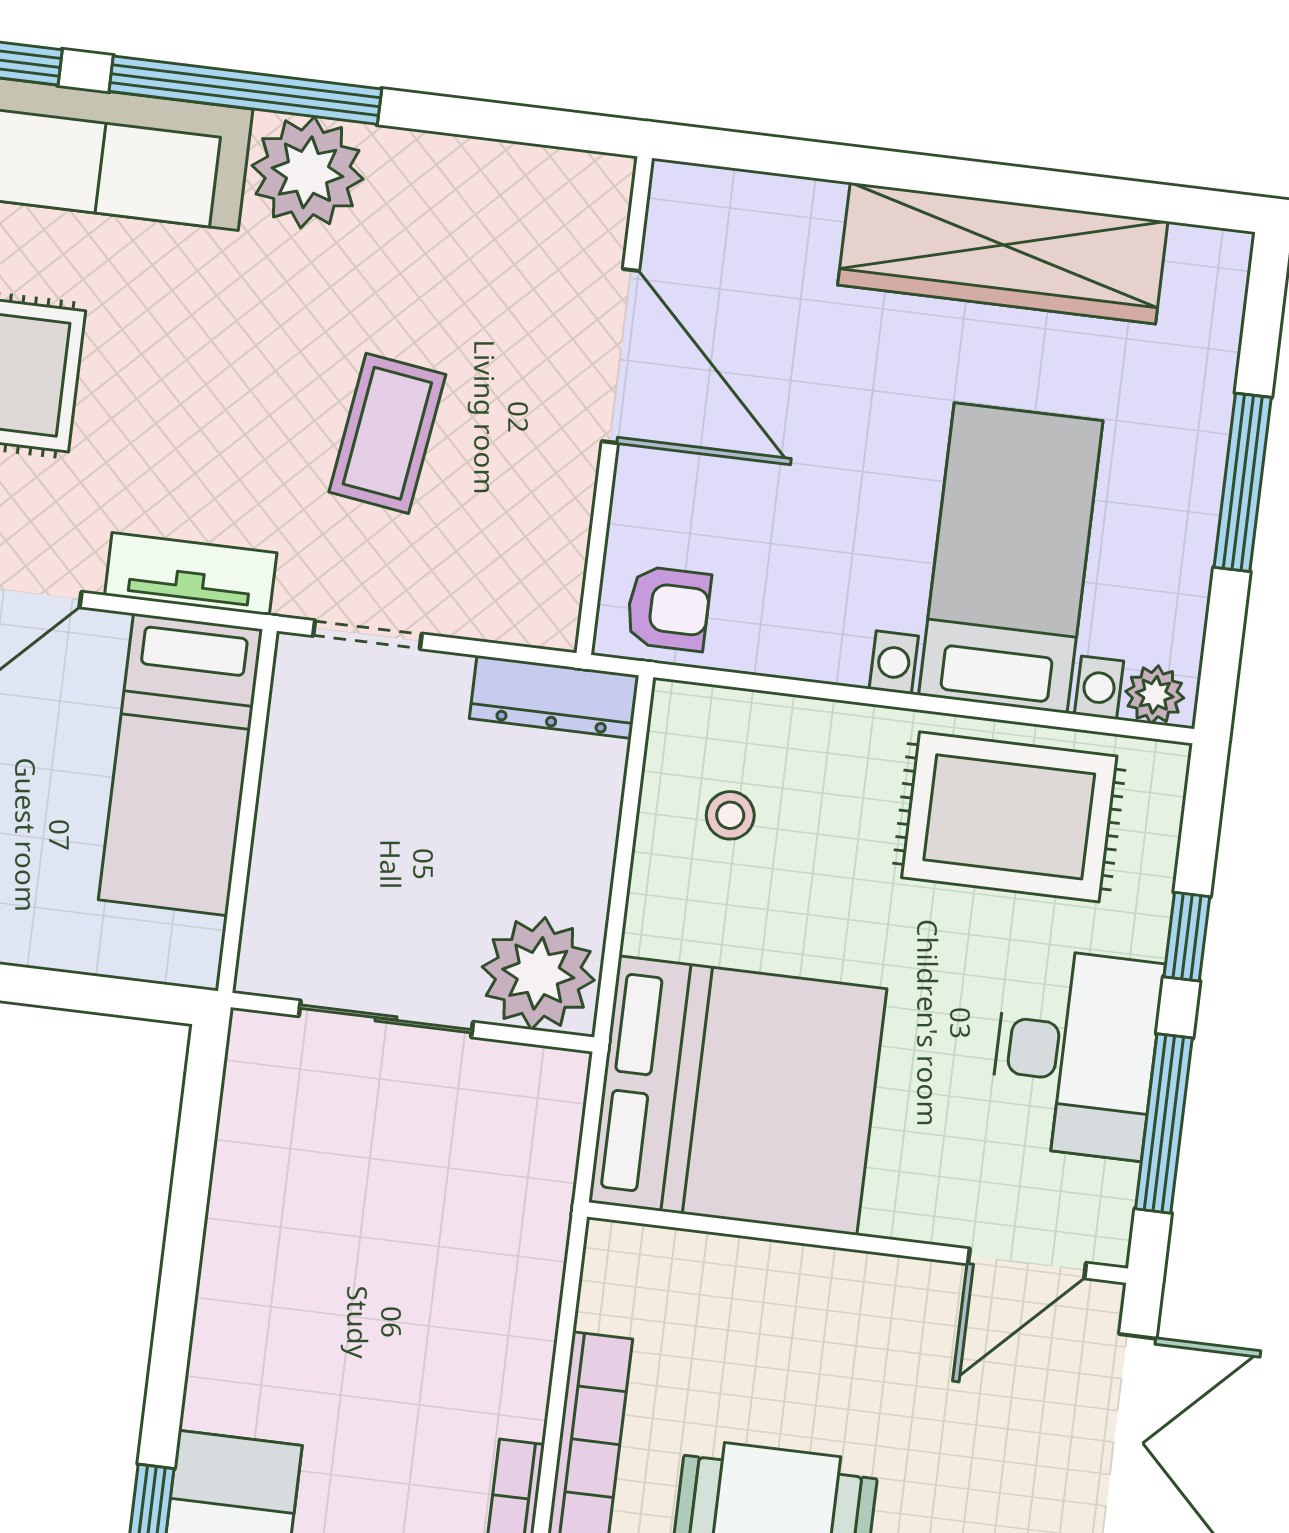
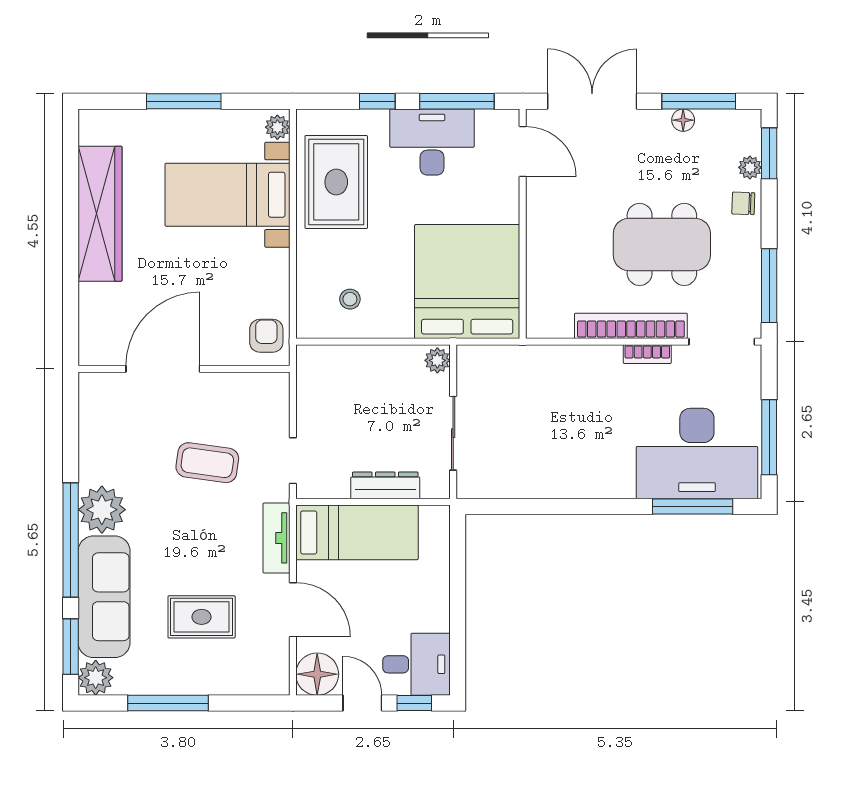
dresser: (554, 697) -> (385, 485), moved, turned -90
plant: (538, 973) -> (437, 360), width x0.53, depth x0.53

